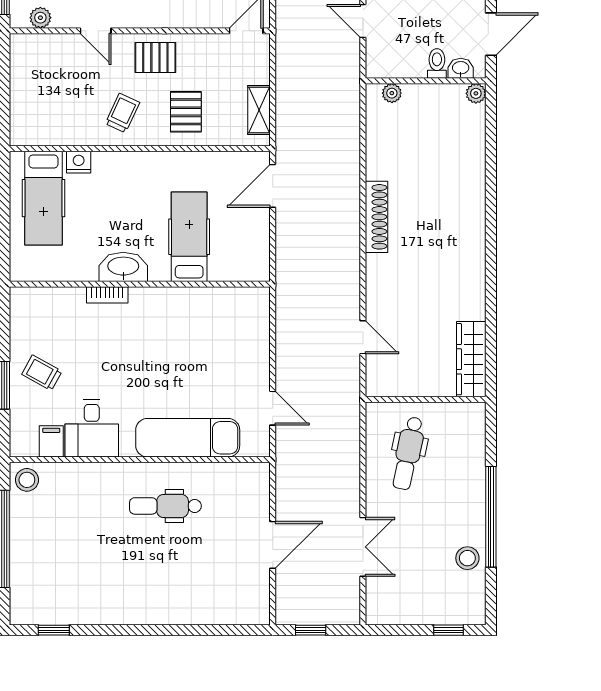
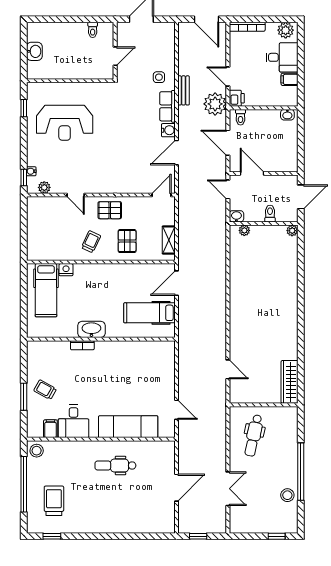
washbasin: (461, 68) -> (236, 216), moved
shoe rack: (376, 217) -> (236, 301), removed
hospital bed: (189, 237) -> (150, 313), moved, turned -90
trolley: (57, 568) -> (54, 501), added

